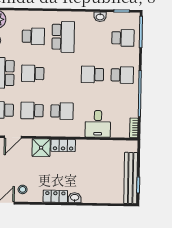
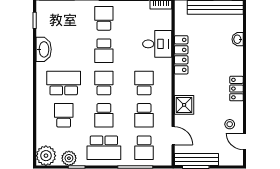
washbasin: (100, 17) -> (44, 49), width x1.91, depth x1.45
school desk: (123, 38) -> (104, 83), moved
locker: (63, 145) -> (181, 55), moved, width x1.53
washbasin: (75, 198) -> (238, 39), moved

